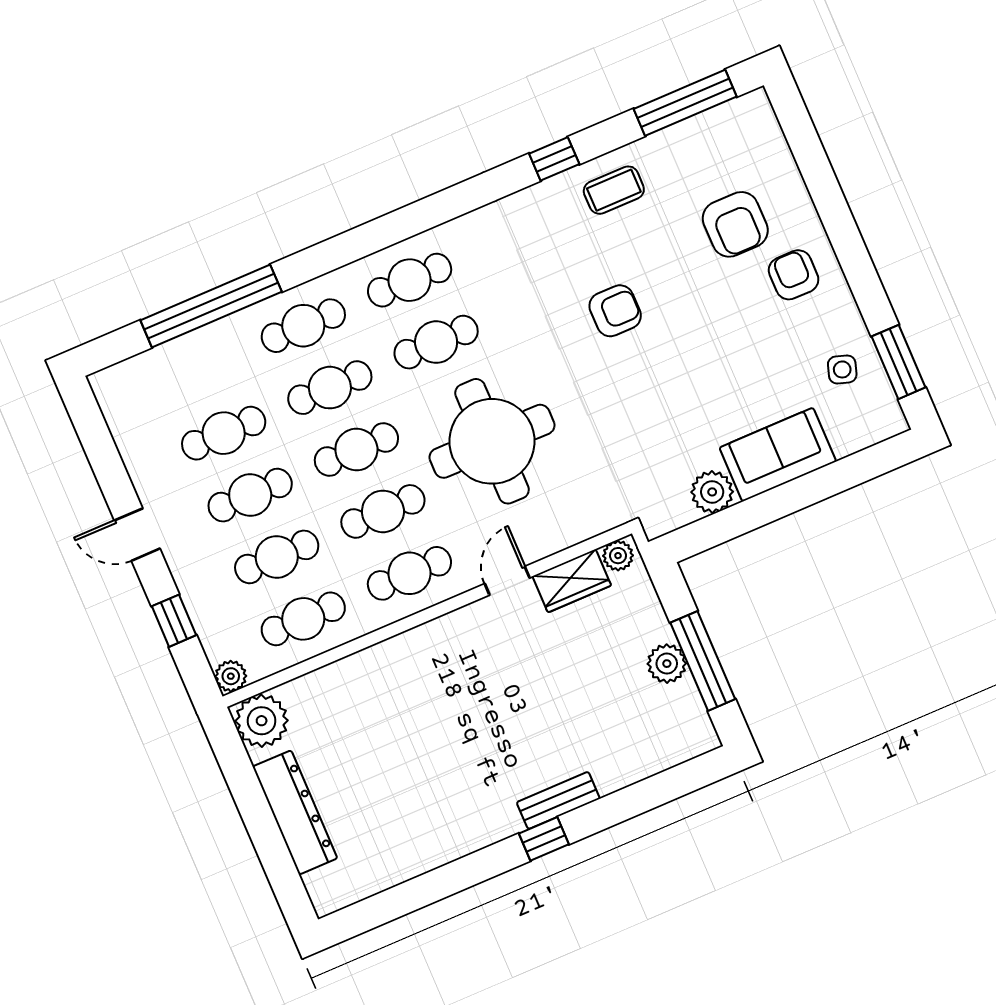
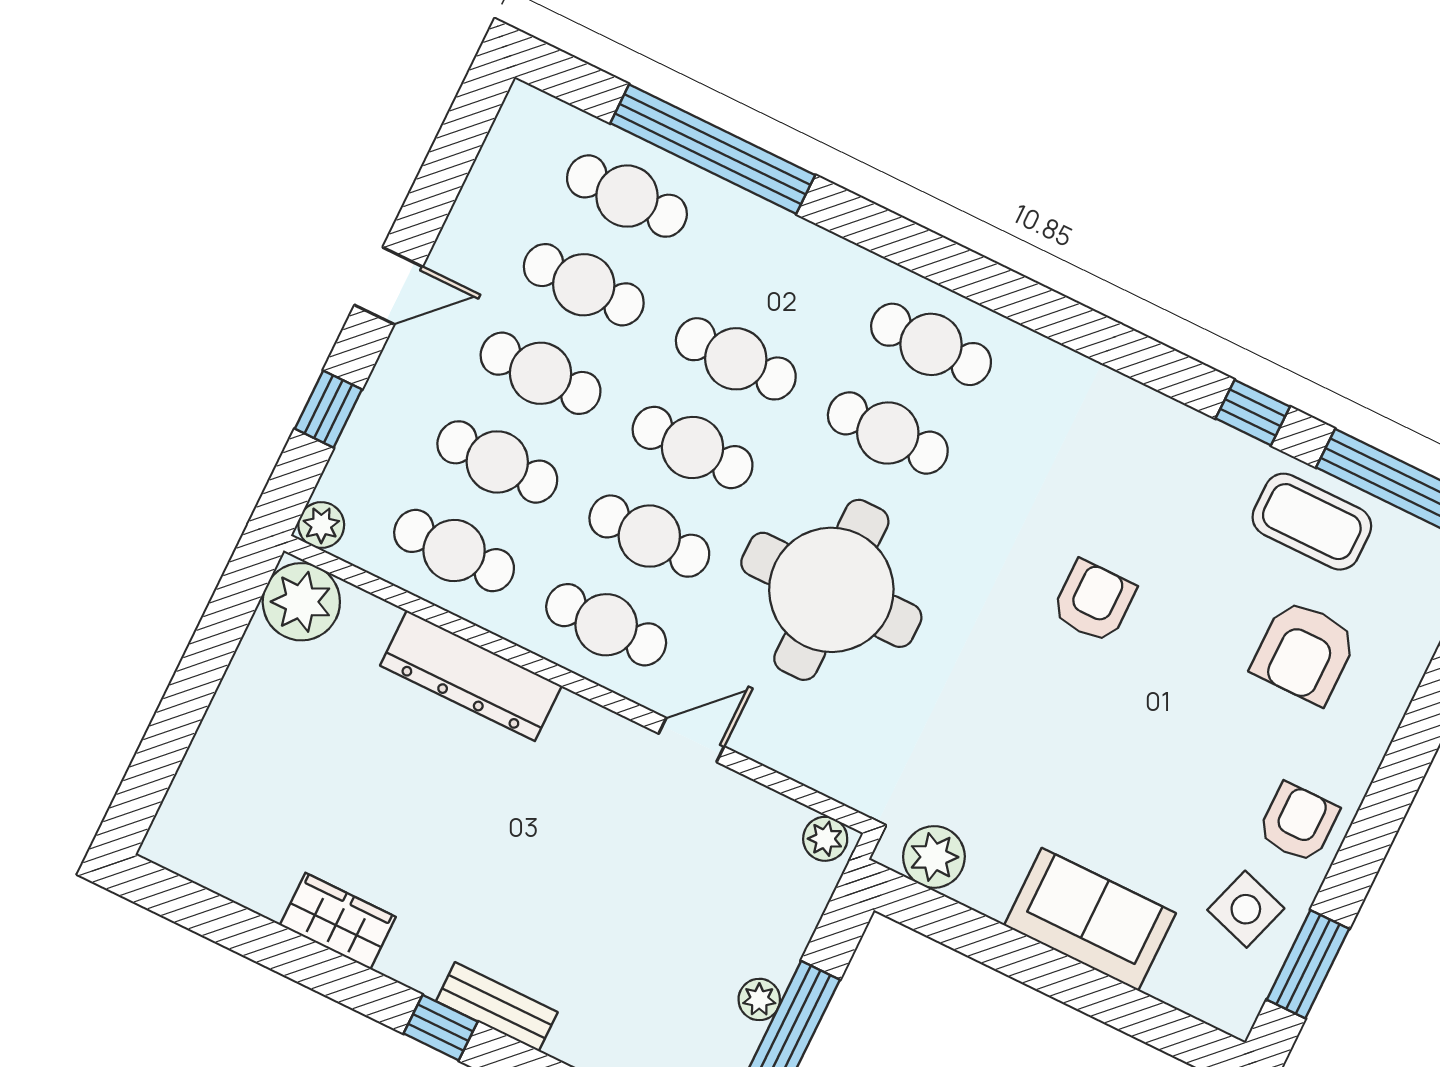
window: (554, 159) -> (1253, 413), moved
coffee table: (614, 190) -> (1312, 522), moved, width x1.36, depth x1.30
armchair: (794, 275) -> (1298, 823), moved
armchair: (615, 311) -> (1094, 601), turned -90
cafe table: (303, 326) -> (627, 196), moved
side table: (842, 369) -> (1246, 909), width x1.37, depth x1.37
plant: (712, 492) -> (934, 857), moved
door: (137, 535) -> (389, 286), swing flipped
wardrobe: (572, 581) -> (338, 921), moved, turned 180
plant: (667, 664) -> (759, 999), width x0.73, depth x0.73
dresser: (295, 812) -> (471, 676), moved, turned 90

